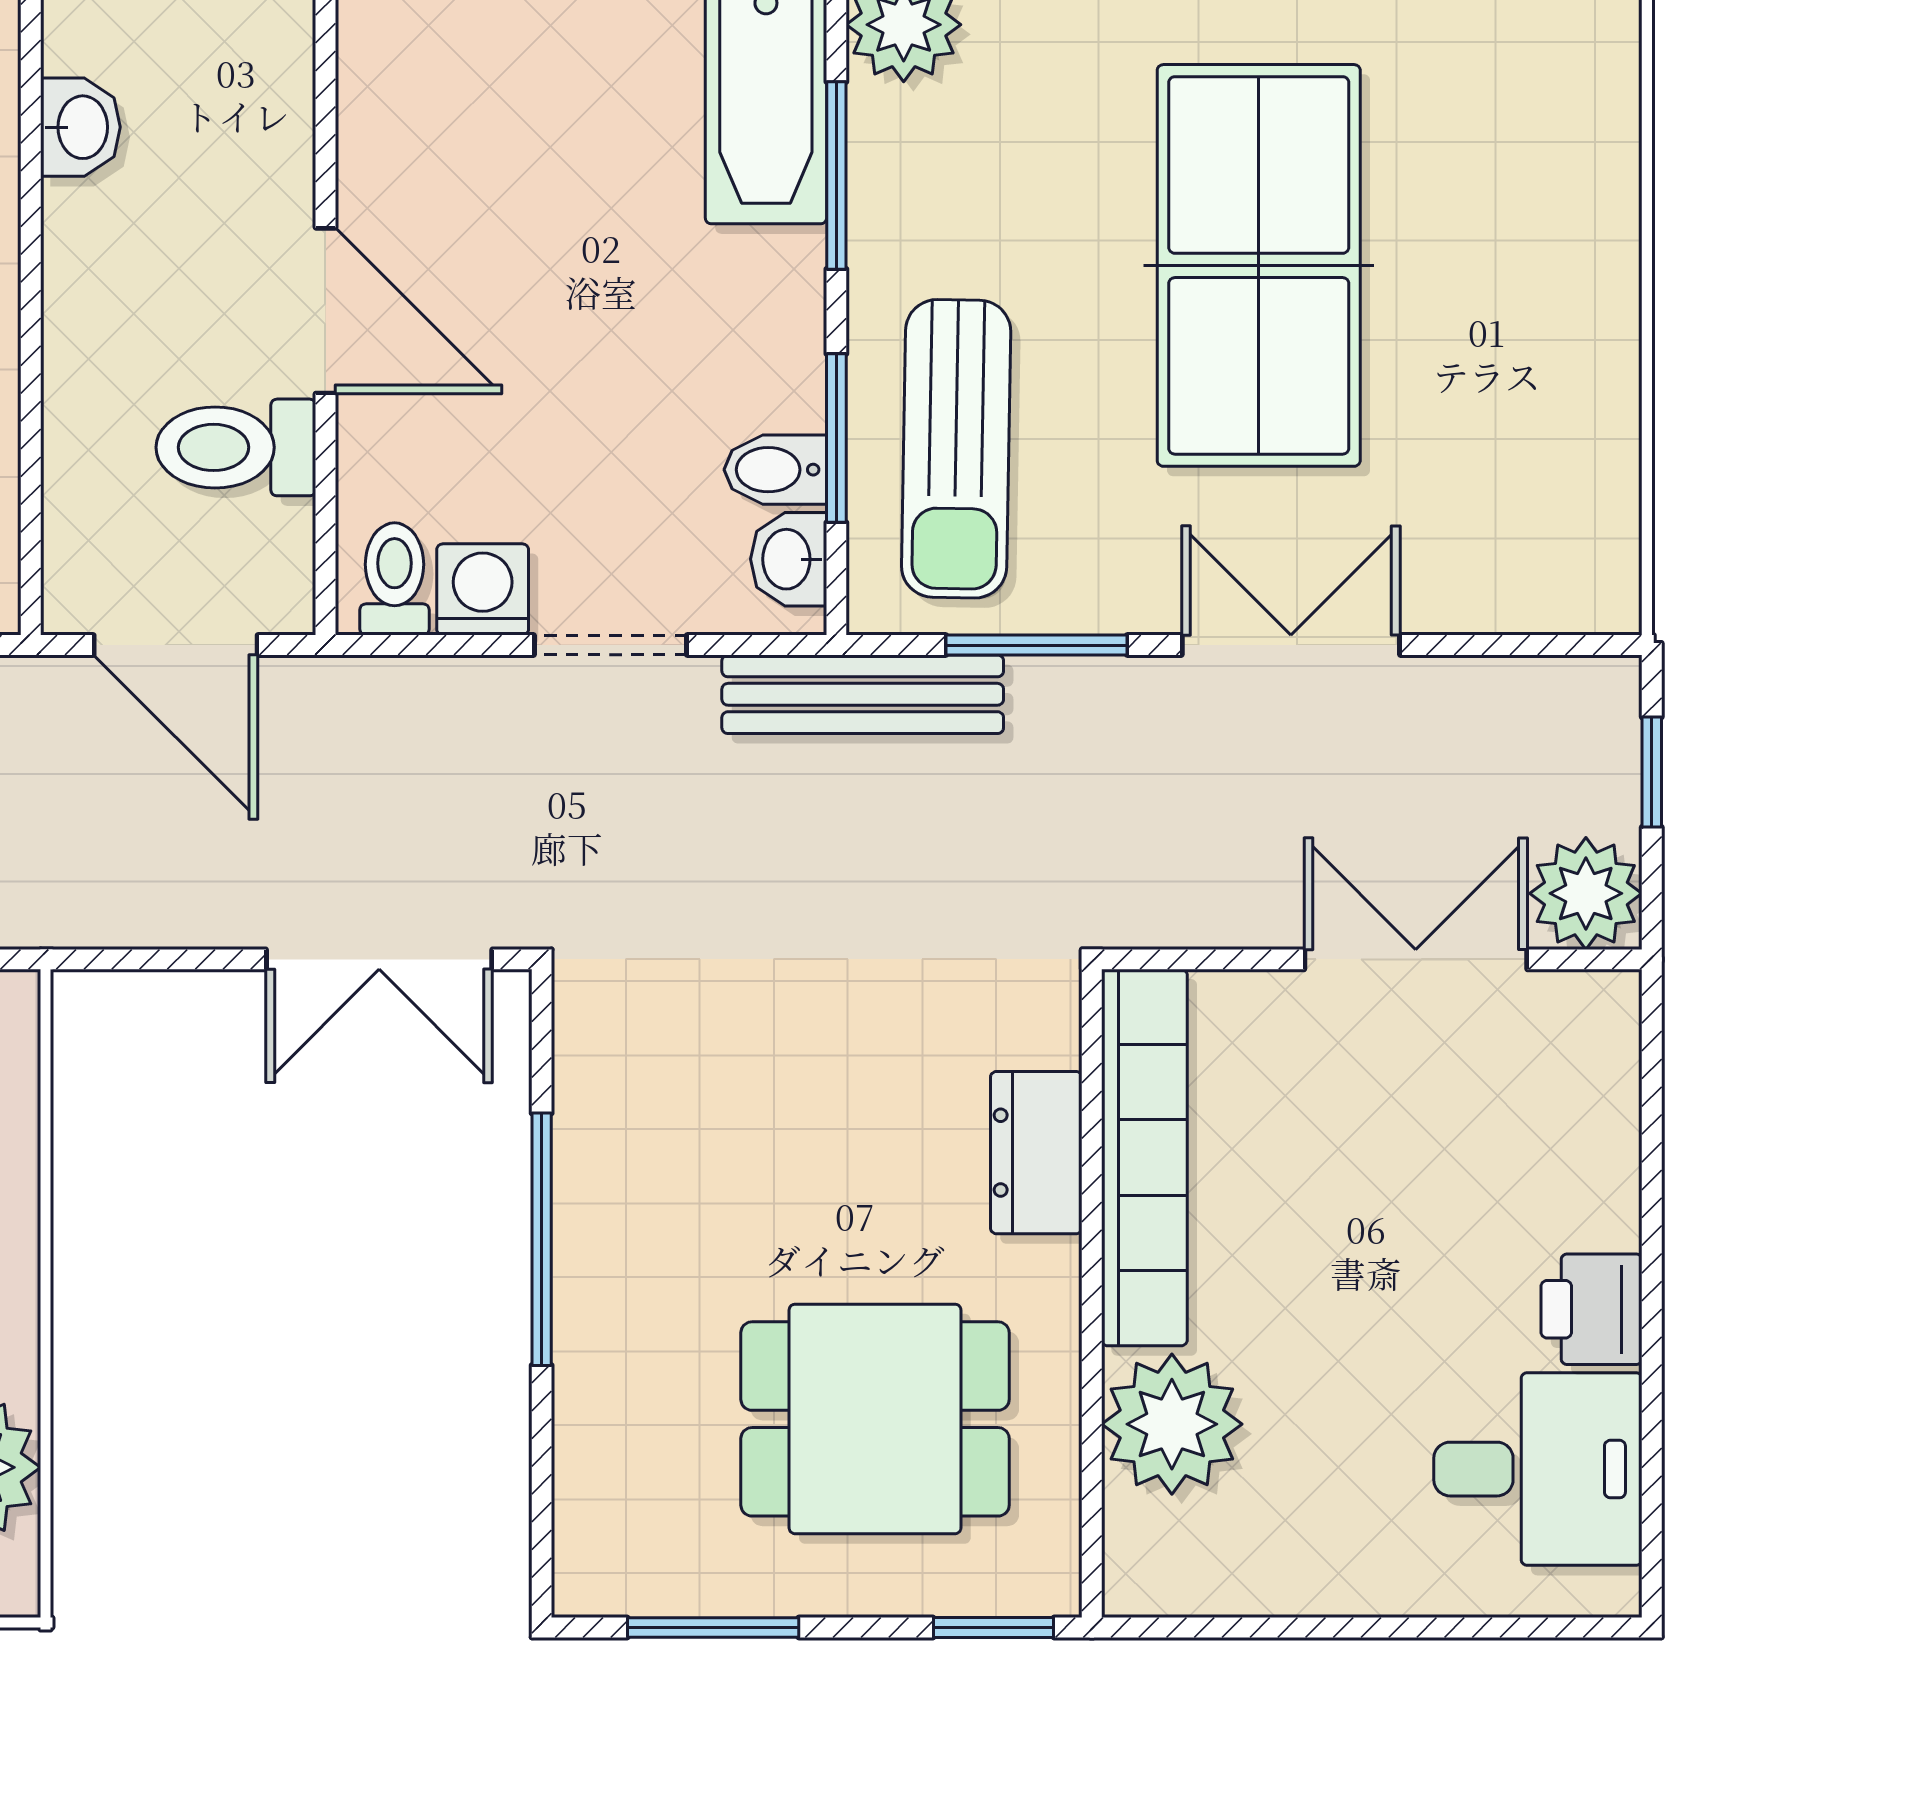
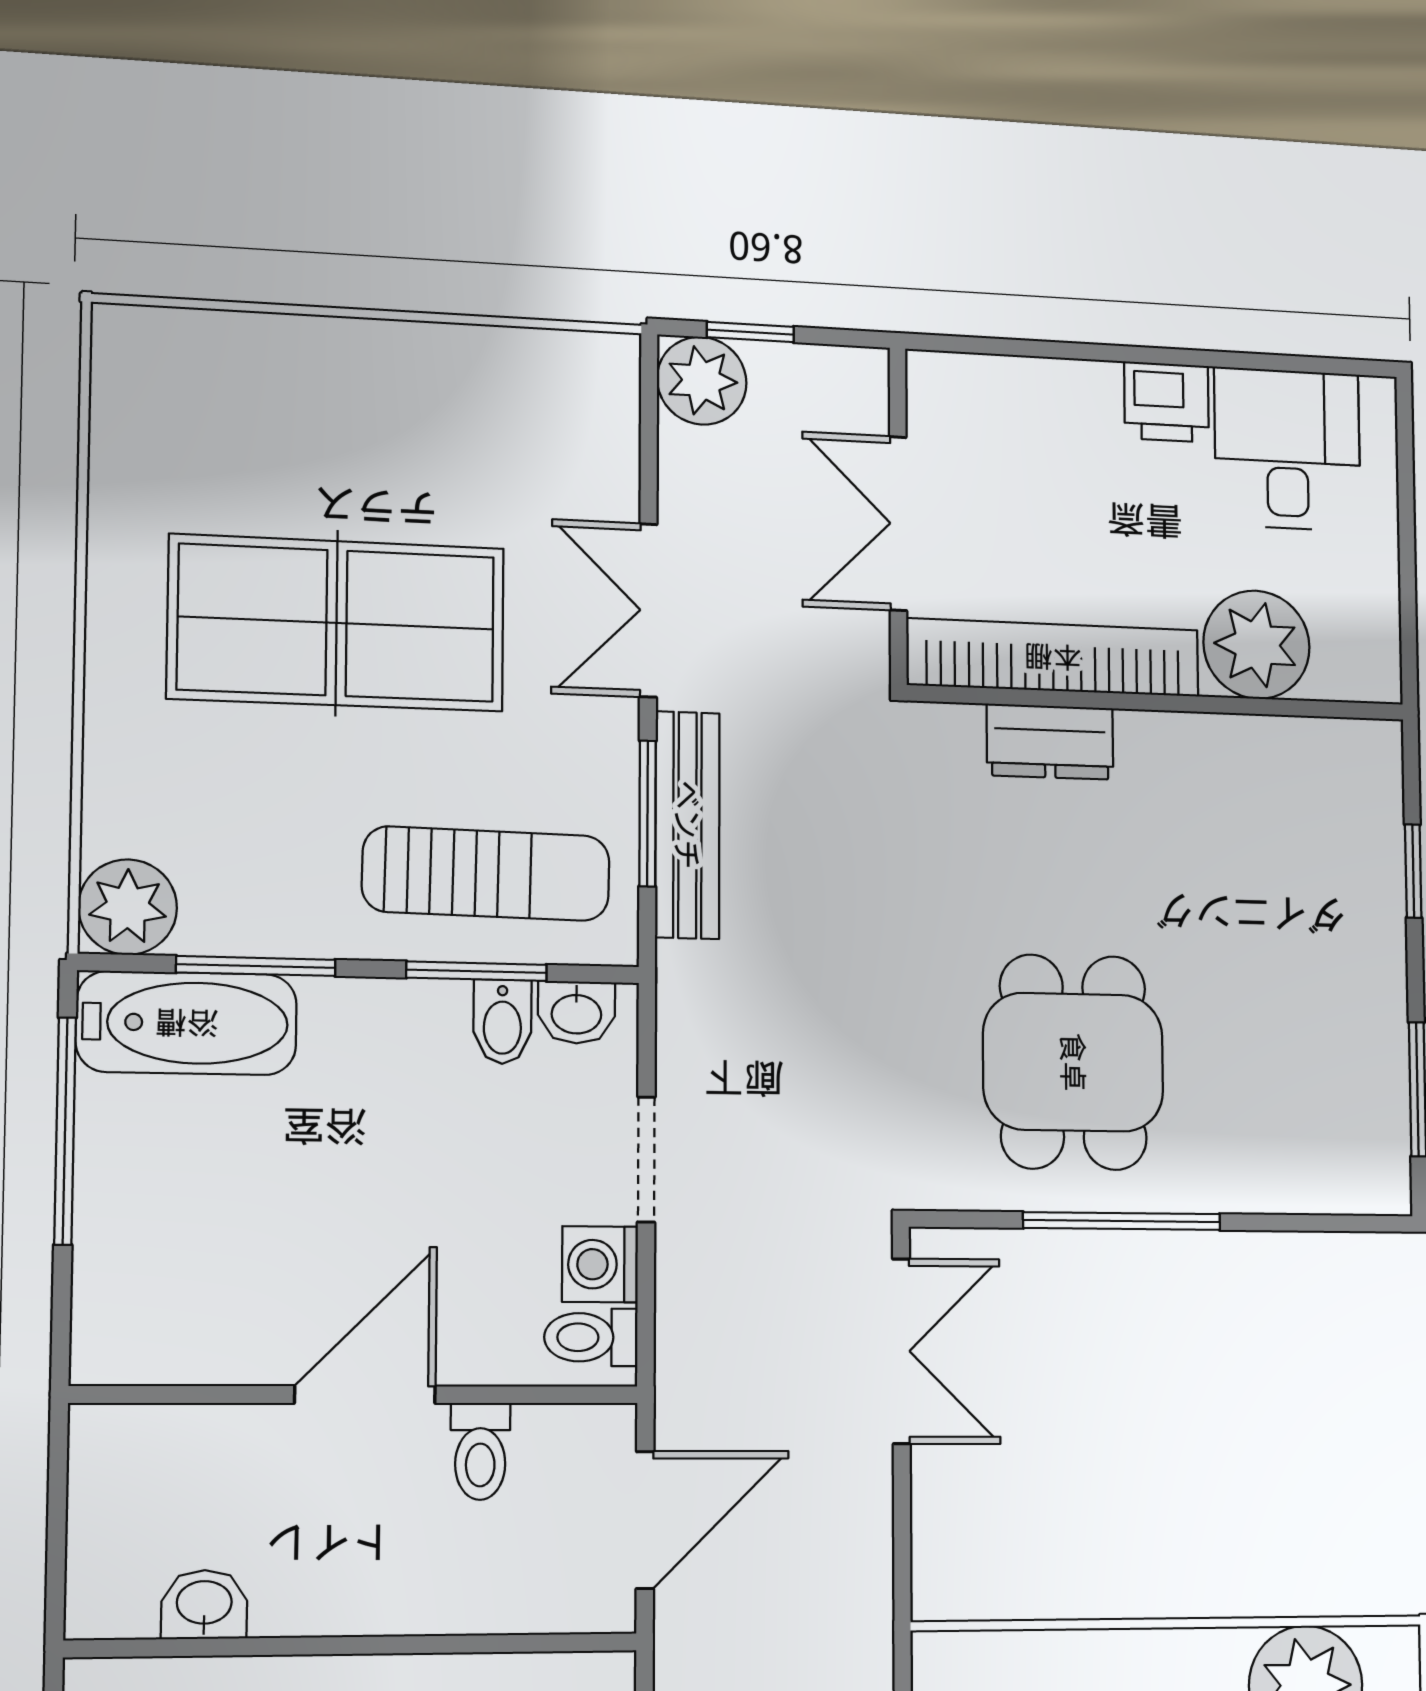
toilet: (236, 447) -> (480, 1451), width x0.73, depth x0.72
bench: (863, 694) -> (687, 825), moved
plant: (1586, 893) -> (702, 381), moved
dresser: (1036, 1153) -> (1050, 742), moved
bookcase: (1144, 1158) -> (1053, 657), moved
wall: (1092, 1293) -> (1158, 703), moved
dining table: (875, 1419) -> (1073, 1062), moved
plant: (1172, 1424) -> (1257, 645), moved

